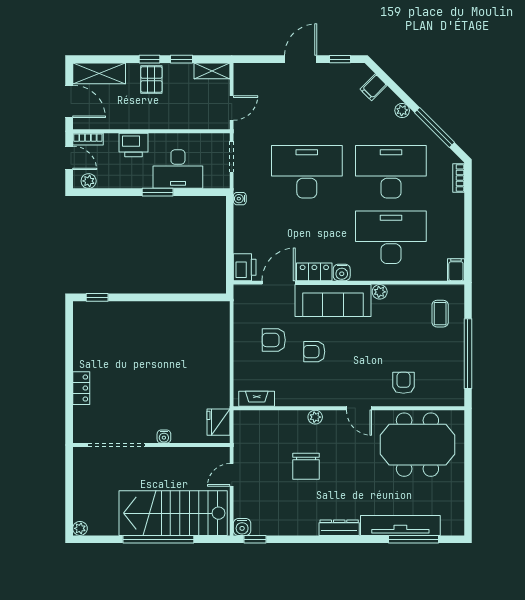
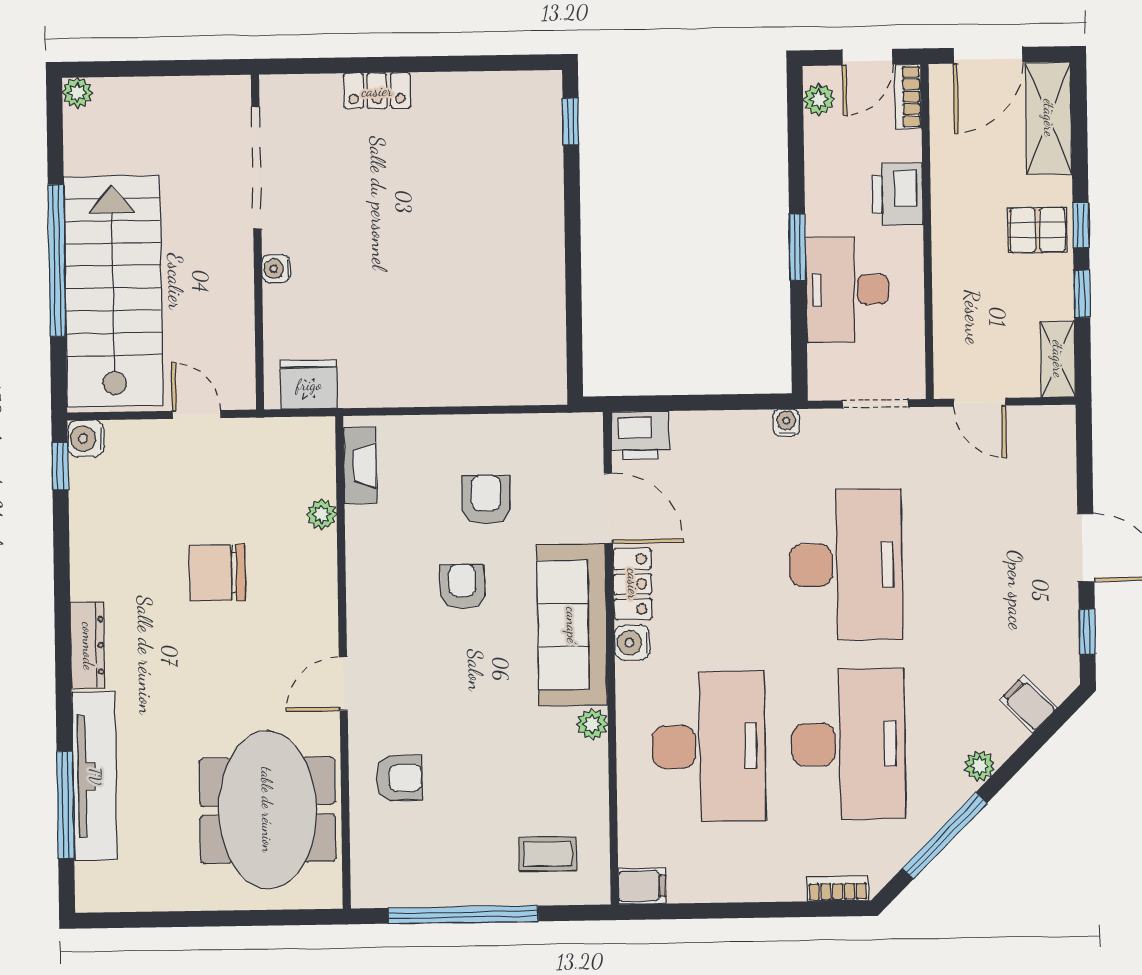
plant: (315, 417) -> (322, 514), moved

